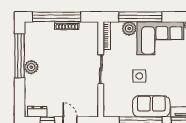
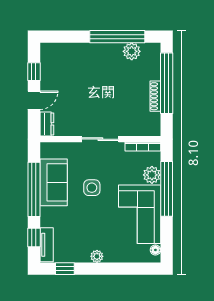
plant: (31, 67) -> (132, 51), moved
sofa: (151, 106) -> (54, 182), moved
dresser: (37, 112) -> (47, 124), moved

